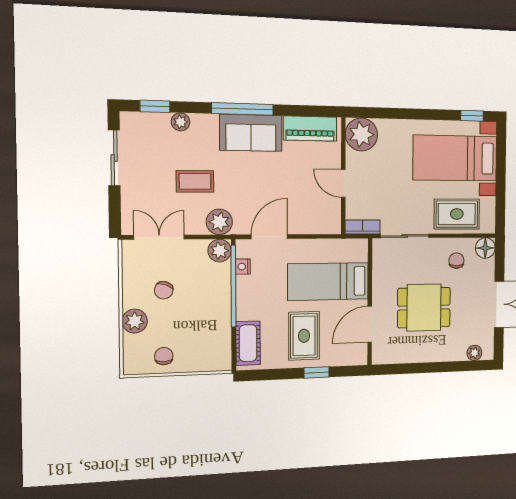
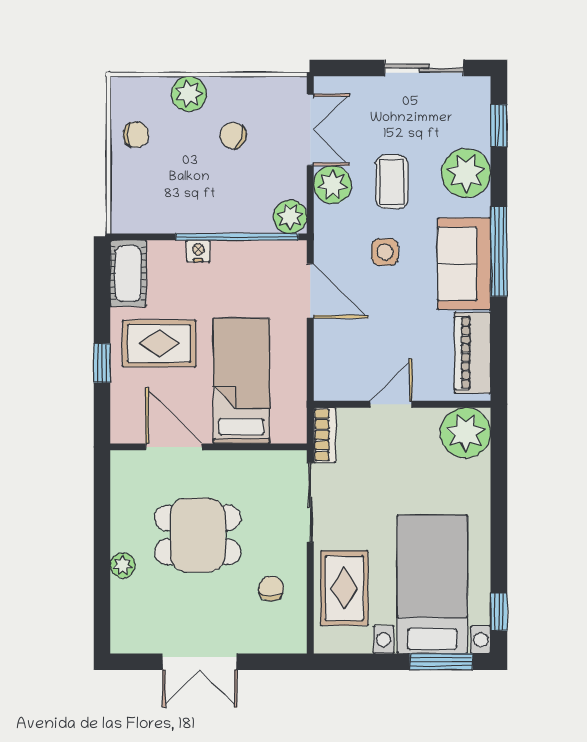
plant: (180, 122) -> (466, 173), width x1.88, depth x1.88
window: (501, 153) -> (441, 662), added
side table: (243, 186) -> (385, 252), added
plant: (219, 222) -> (333, 185), moved
floor lamp: (485, 248) -> (290, 637), removed
chair: (456, 261) -> (271, 588), turned -90
nightstand: (243, 267) -> (198, 251), moved
dining table: (424, 308) -> (198, 535), turned 90
cot: (248, 343) -> (128, 273), moved, turned 90
plant: (474, 353) -> (123, 565), moved

